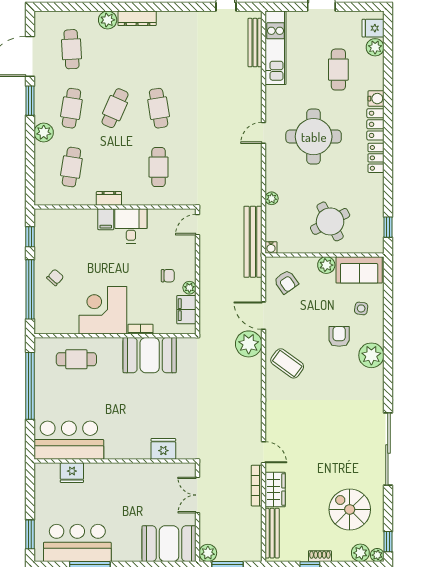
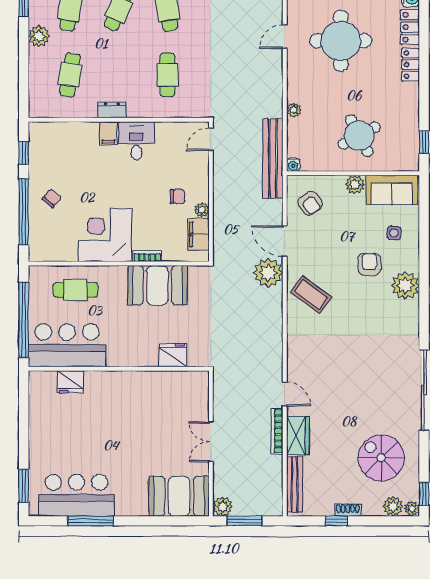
bar counter: (69, 440) -> (67, 345), moved
fridge: (163, 449) -> (173, 355), moved
wall: (115, 461) -> (119, 369), moved
fridge: (72, 473) -> (70, 382), moved

